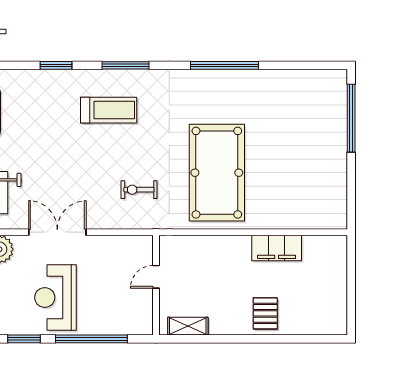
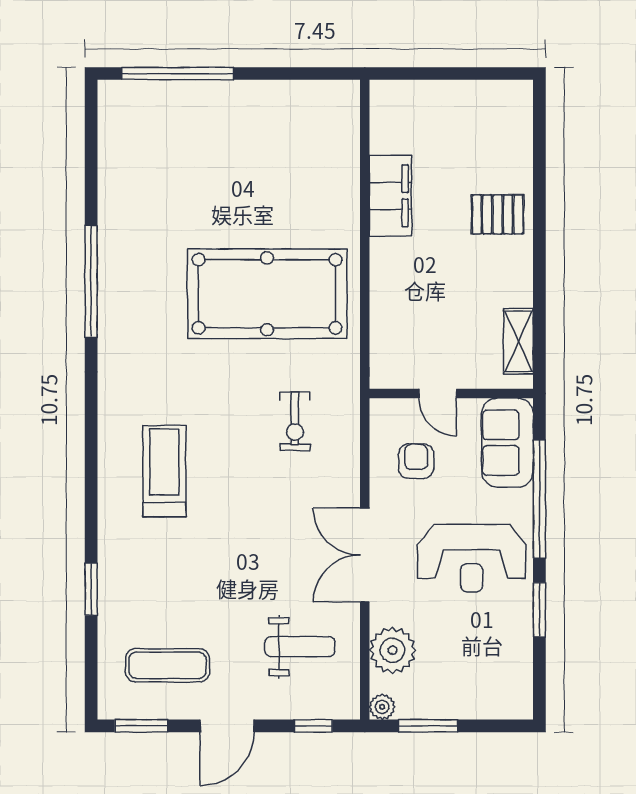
window: (56, 65) -> (91, 589), moved
window: (125, 65) -> (91, 444), removed
armchair: (115, 264) -> (416, 461), added
sofa: (126, 319) -> (507, 443), added

